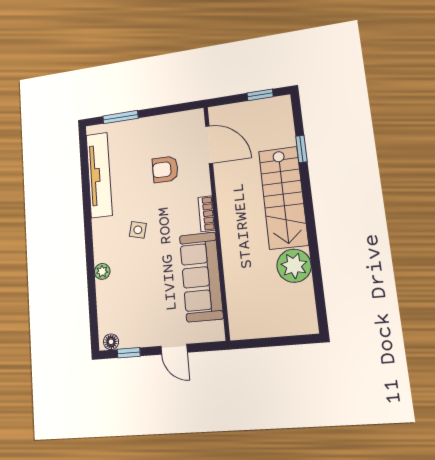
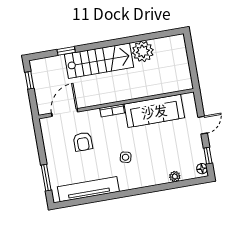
plant: (102, 271) -> (175, 177), moved

